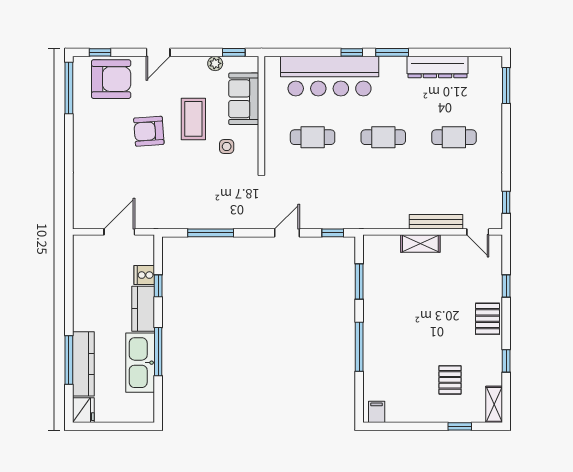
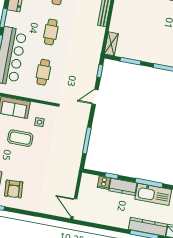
armchair: (149, 131) -> (14, 189), moved
door: (119, 232) -> (74, 208), moved
door: (287, 233) -> (95, 97), hinge flipped
shelving: (420, 244) -> (111, 44), moved

